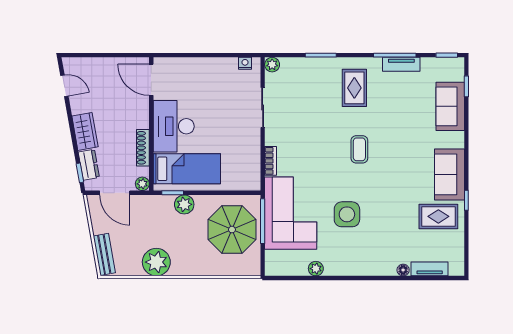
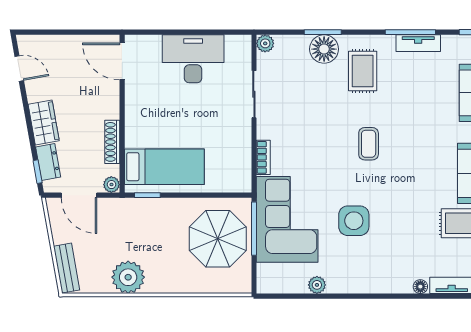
nightstand: (245, 63) -> (233, 42), removed
floor lamp: (322, 69) -> (324, 49), added
desk: (174, 126) -> (193, 59), moved, turned 90
plant: (184, 204) -> (161, 209), removed

